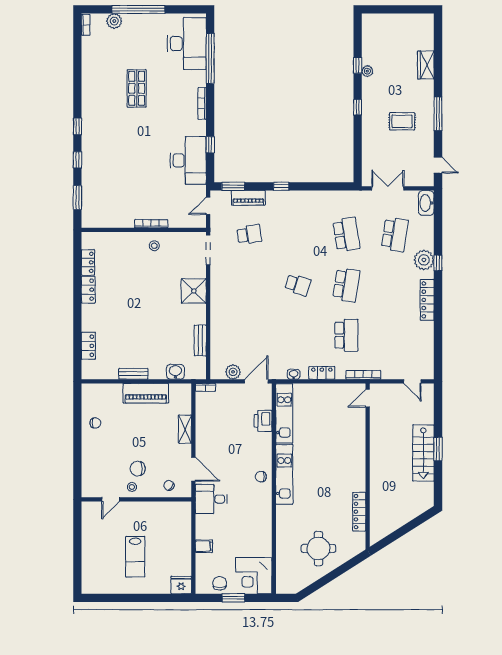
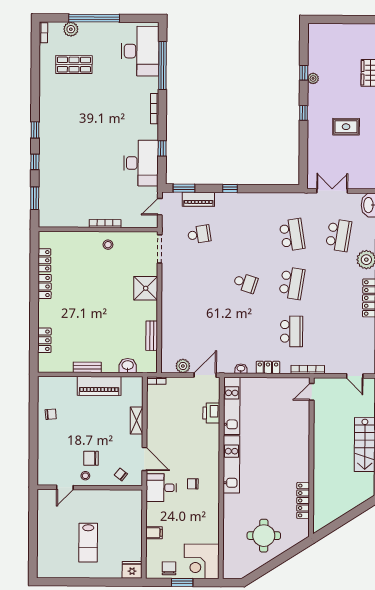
shop shelf: (137, 88) -> (74, 65), moved, turned 90
chair: (261, 477) -> (193, 484), moved

